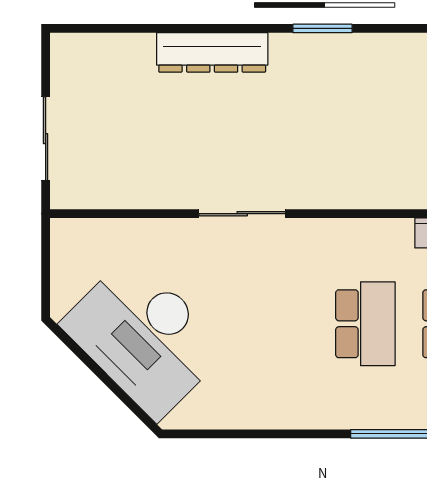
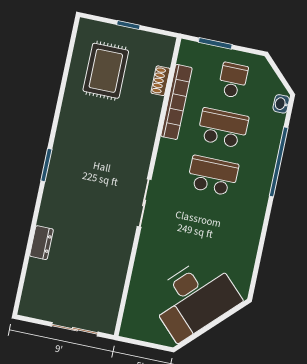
dresser: (212, 52) -> (41, 243), width x0.51, depth x0.80
sliding door: (242, 214) -> (144, 203), moved

